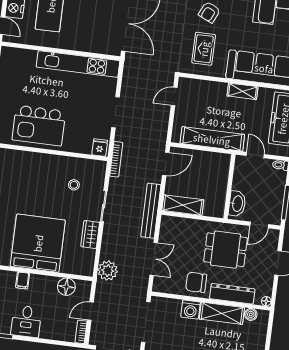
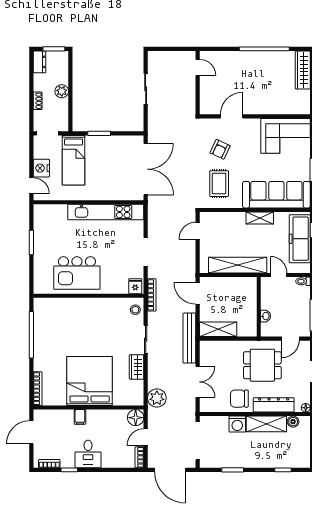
door: (166, 164) -> (198, 293), swing flipped
stool: (74, 185) -> (135, 310), moved
washbasin: (237, 204) -> (266, 316), width x0.52, depth x0.69
floor lamp: (66, 287) -> (136, 418), moved

